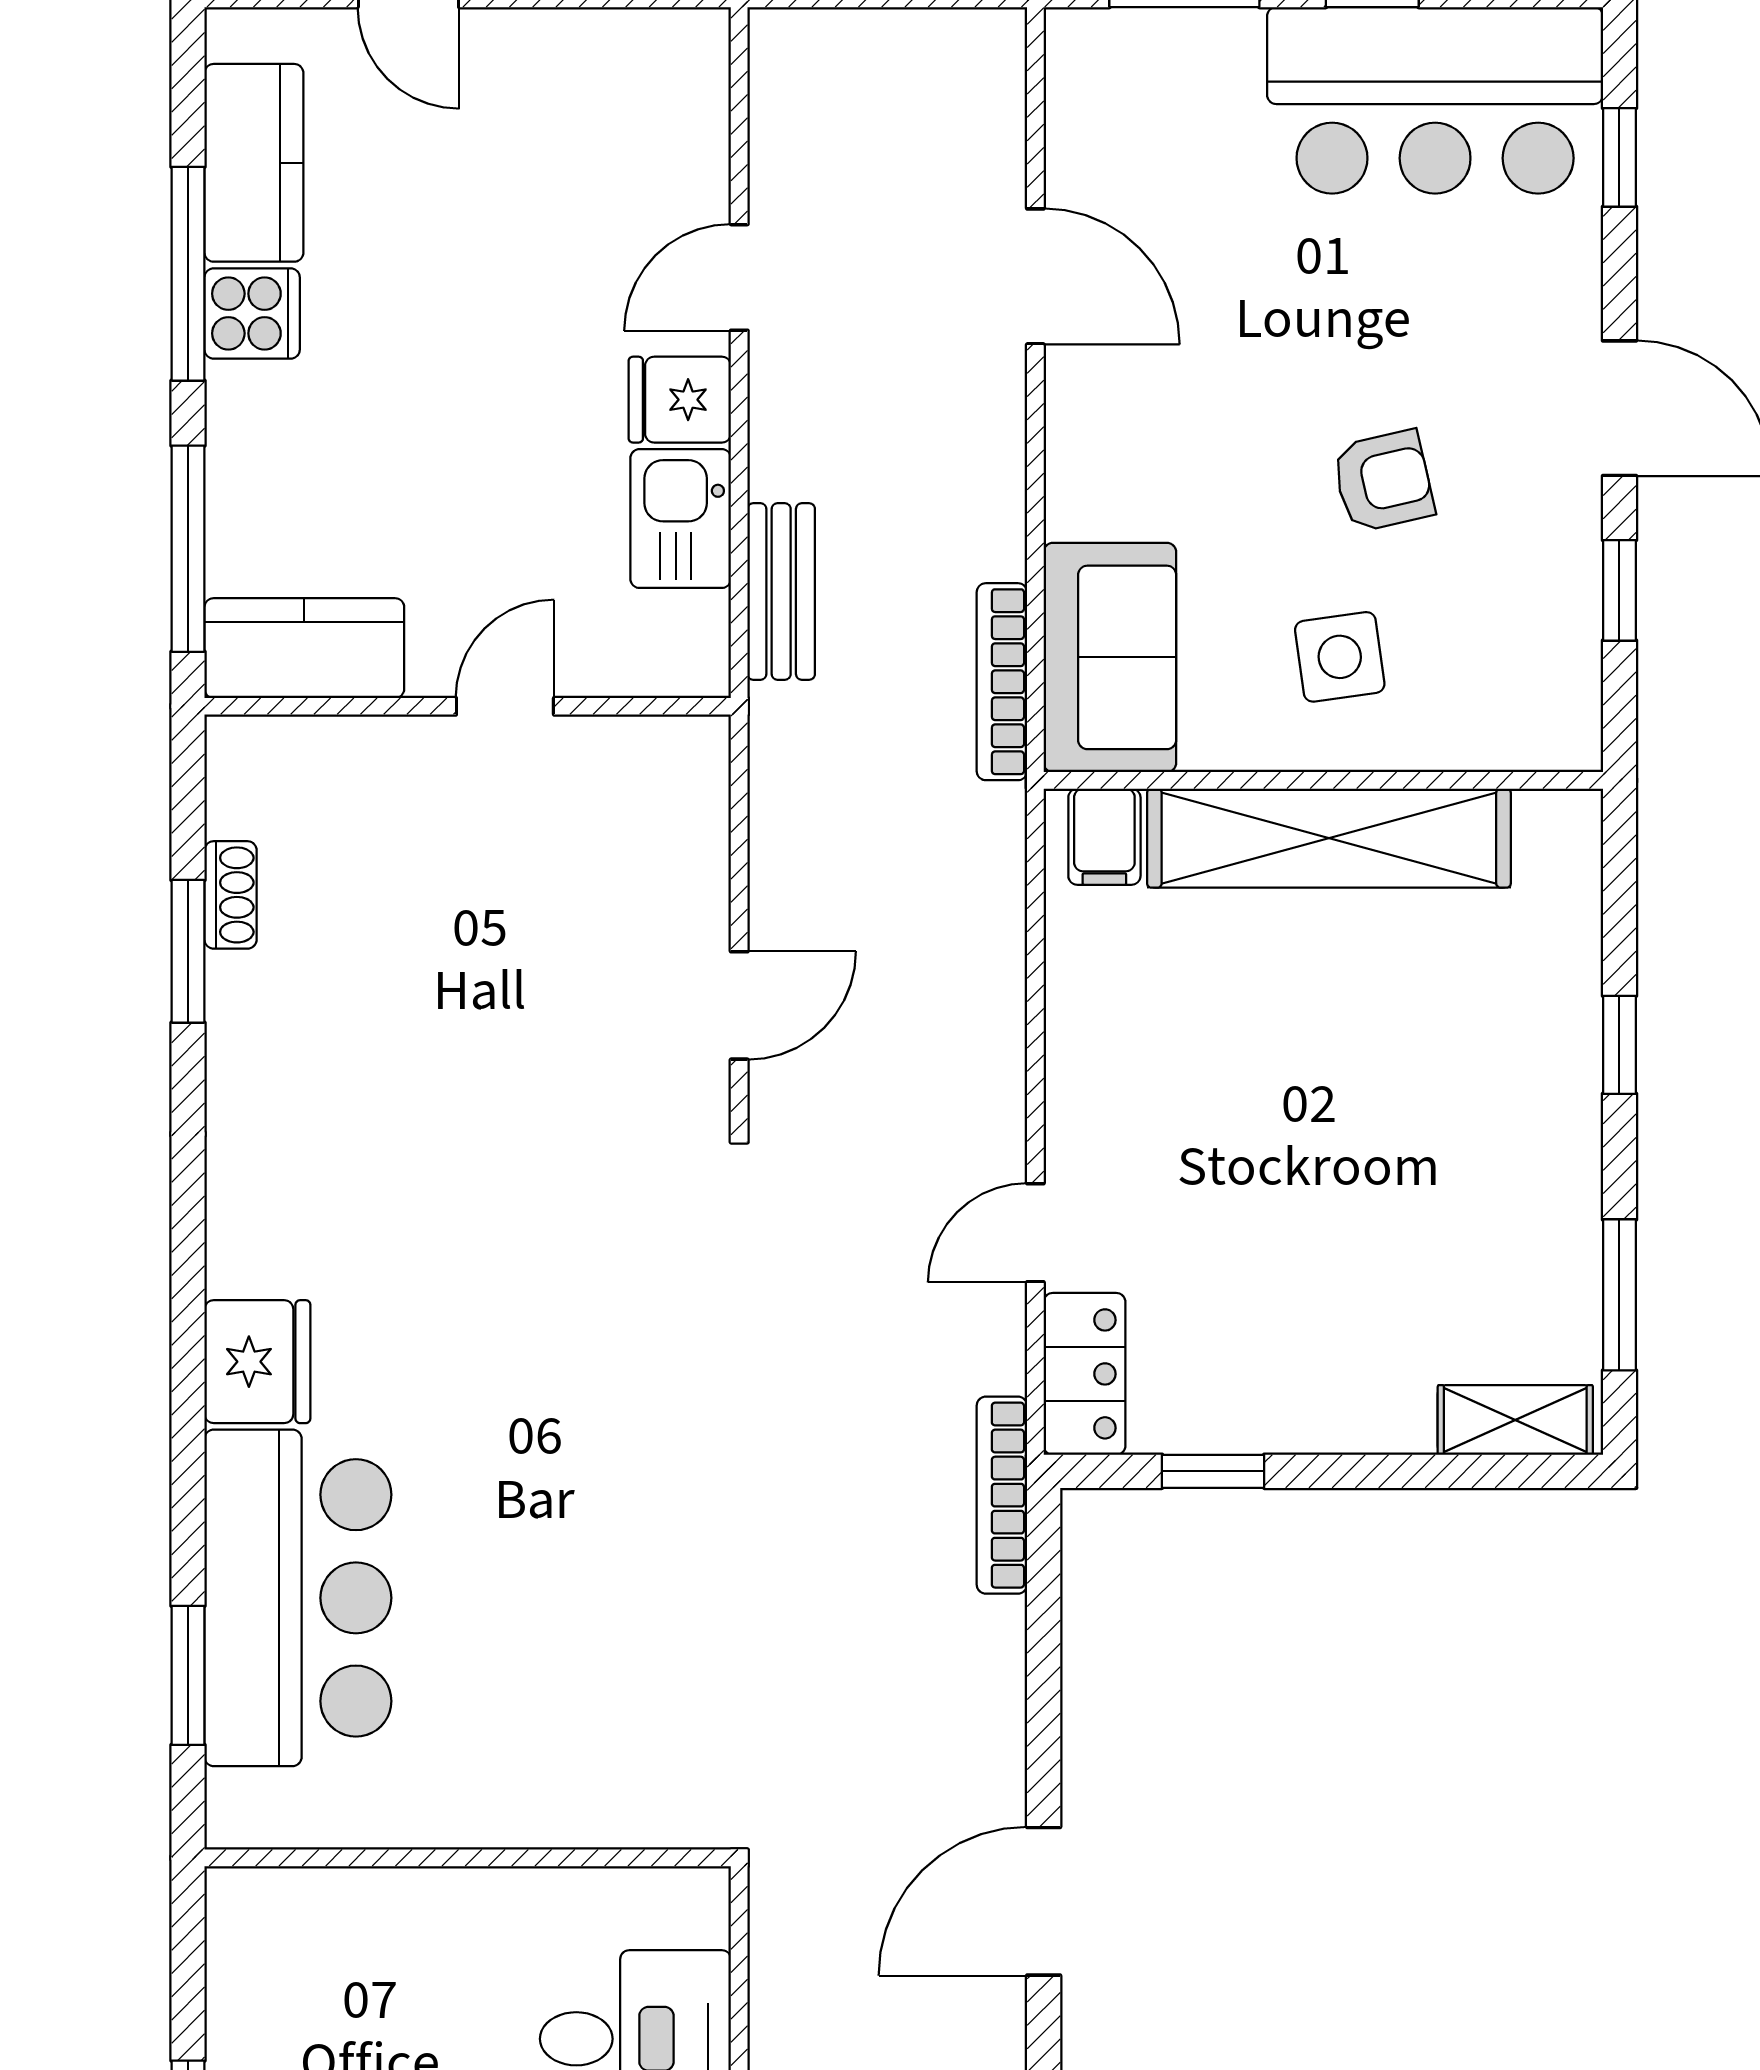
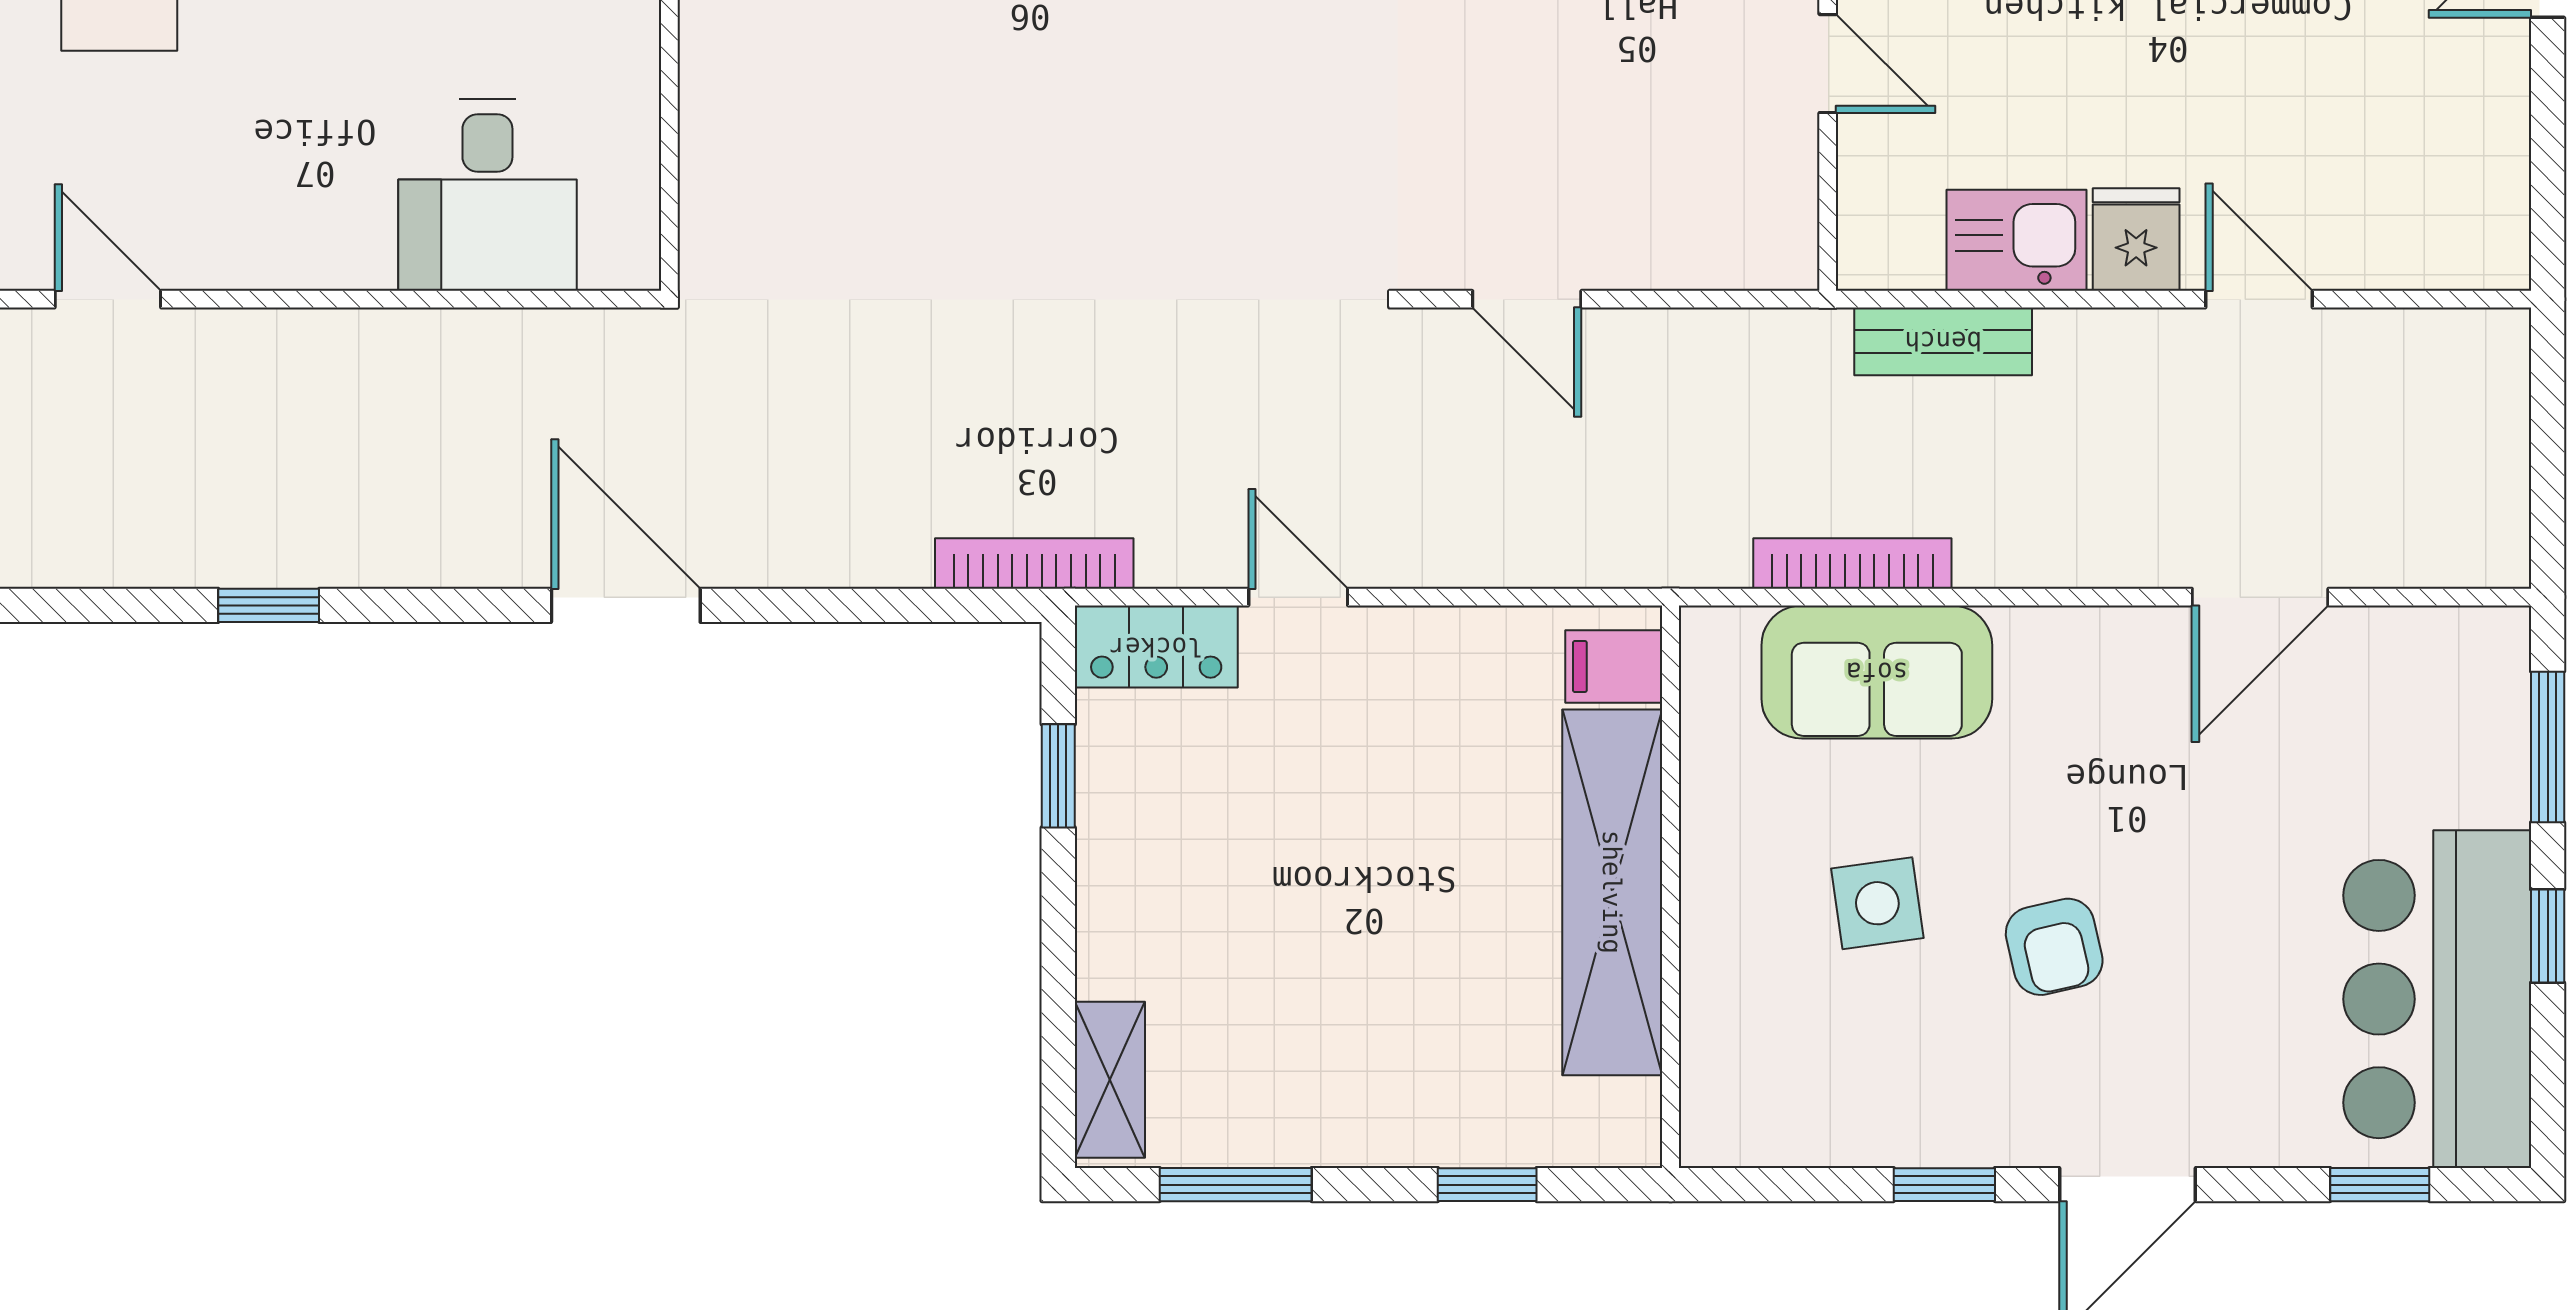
wall: (1323, 780) -> (1670, 887), moved
filing cabinet: (1104, 837) -> (1614, 667), moved
shelving: (1329, 838) -> (1612, 892), moved

